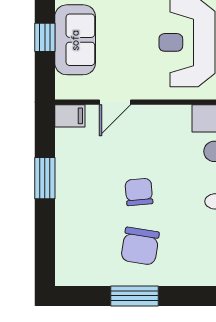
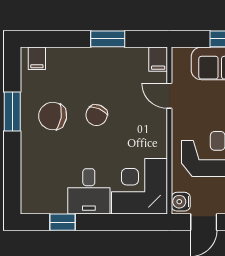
chair: (139, 192) -> (97, 115), turned 118
filing cabinet: (69, 265) -> (37, 58), added

